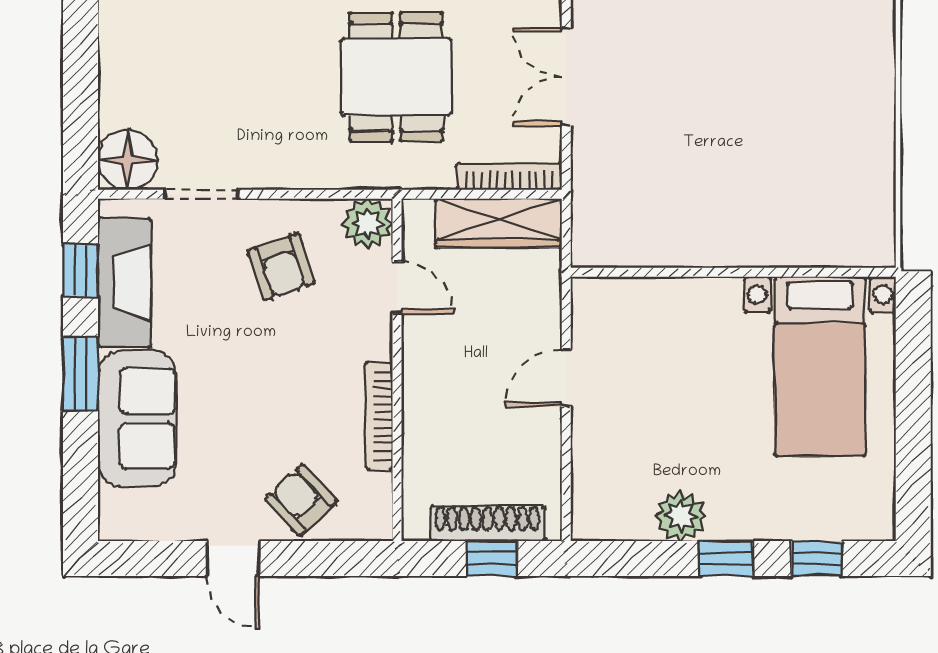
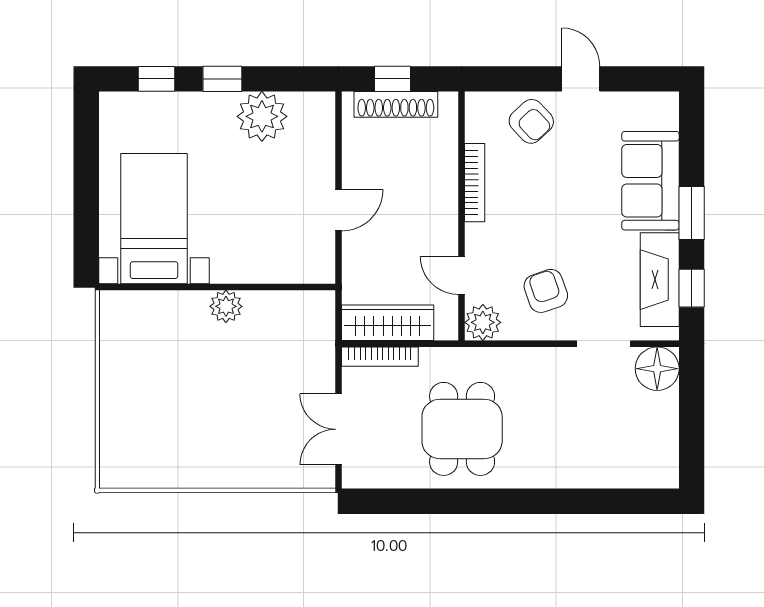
double door: (566, 76) -> (339, 429), swing flipped
plant: (721, 246) -> (226, 306), added
plant: (681, 516) -> (262, 116), width x1.36, depth x1.36

